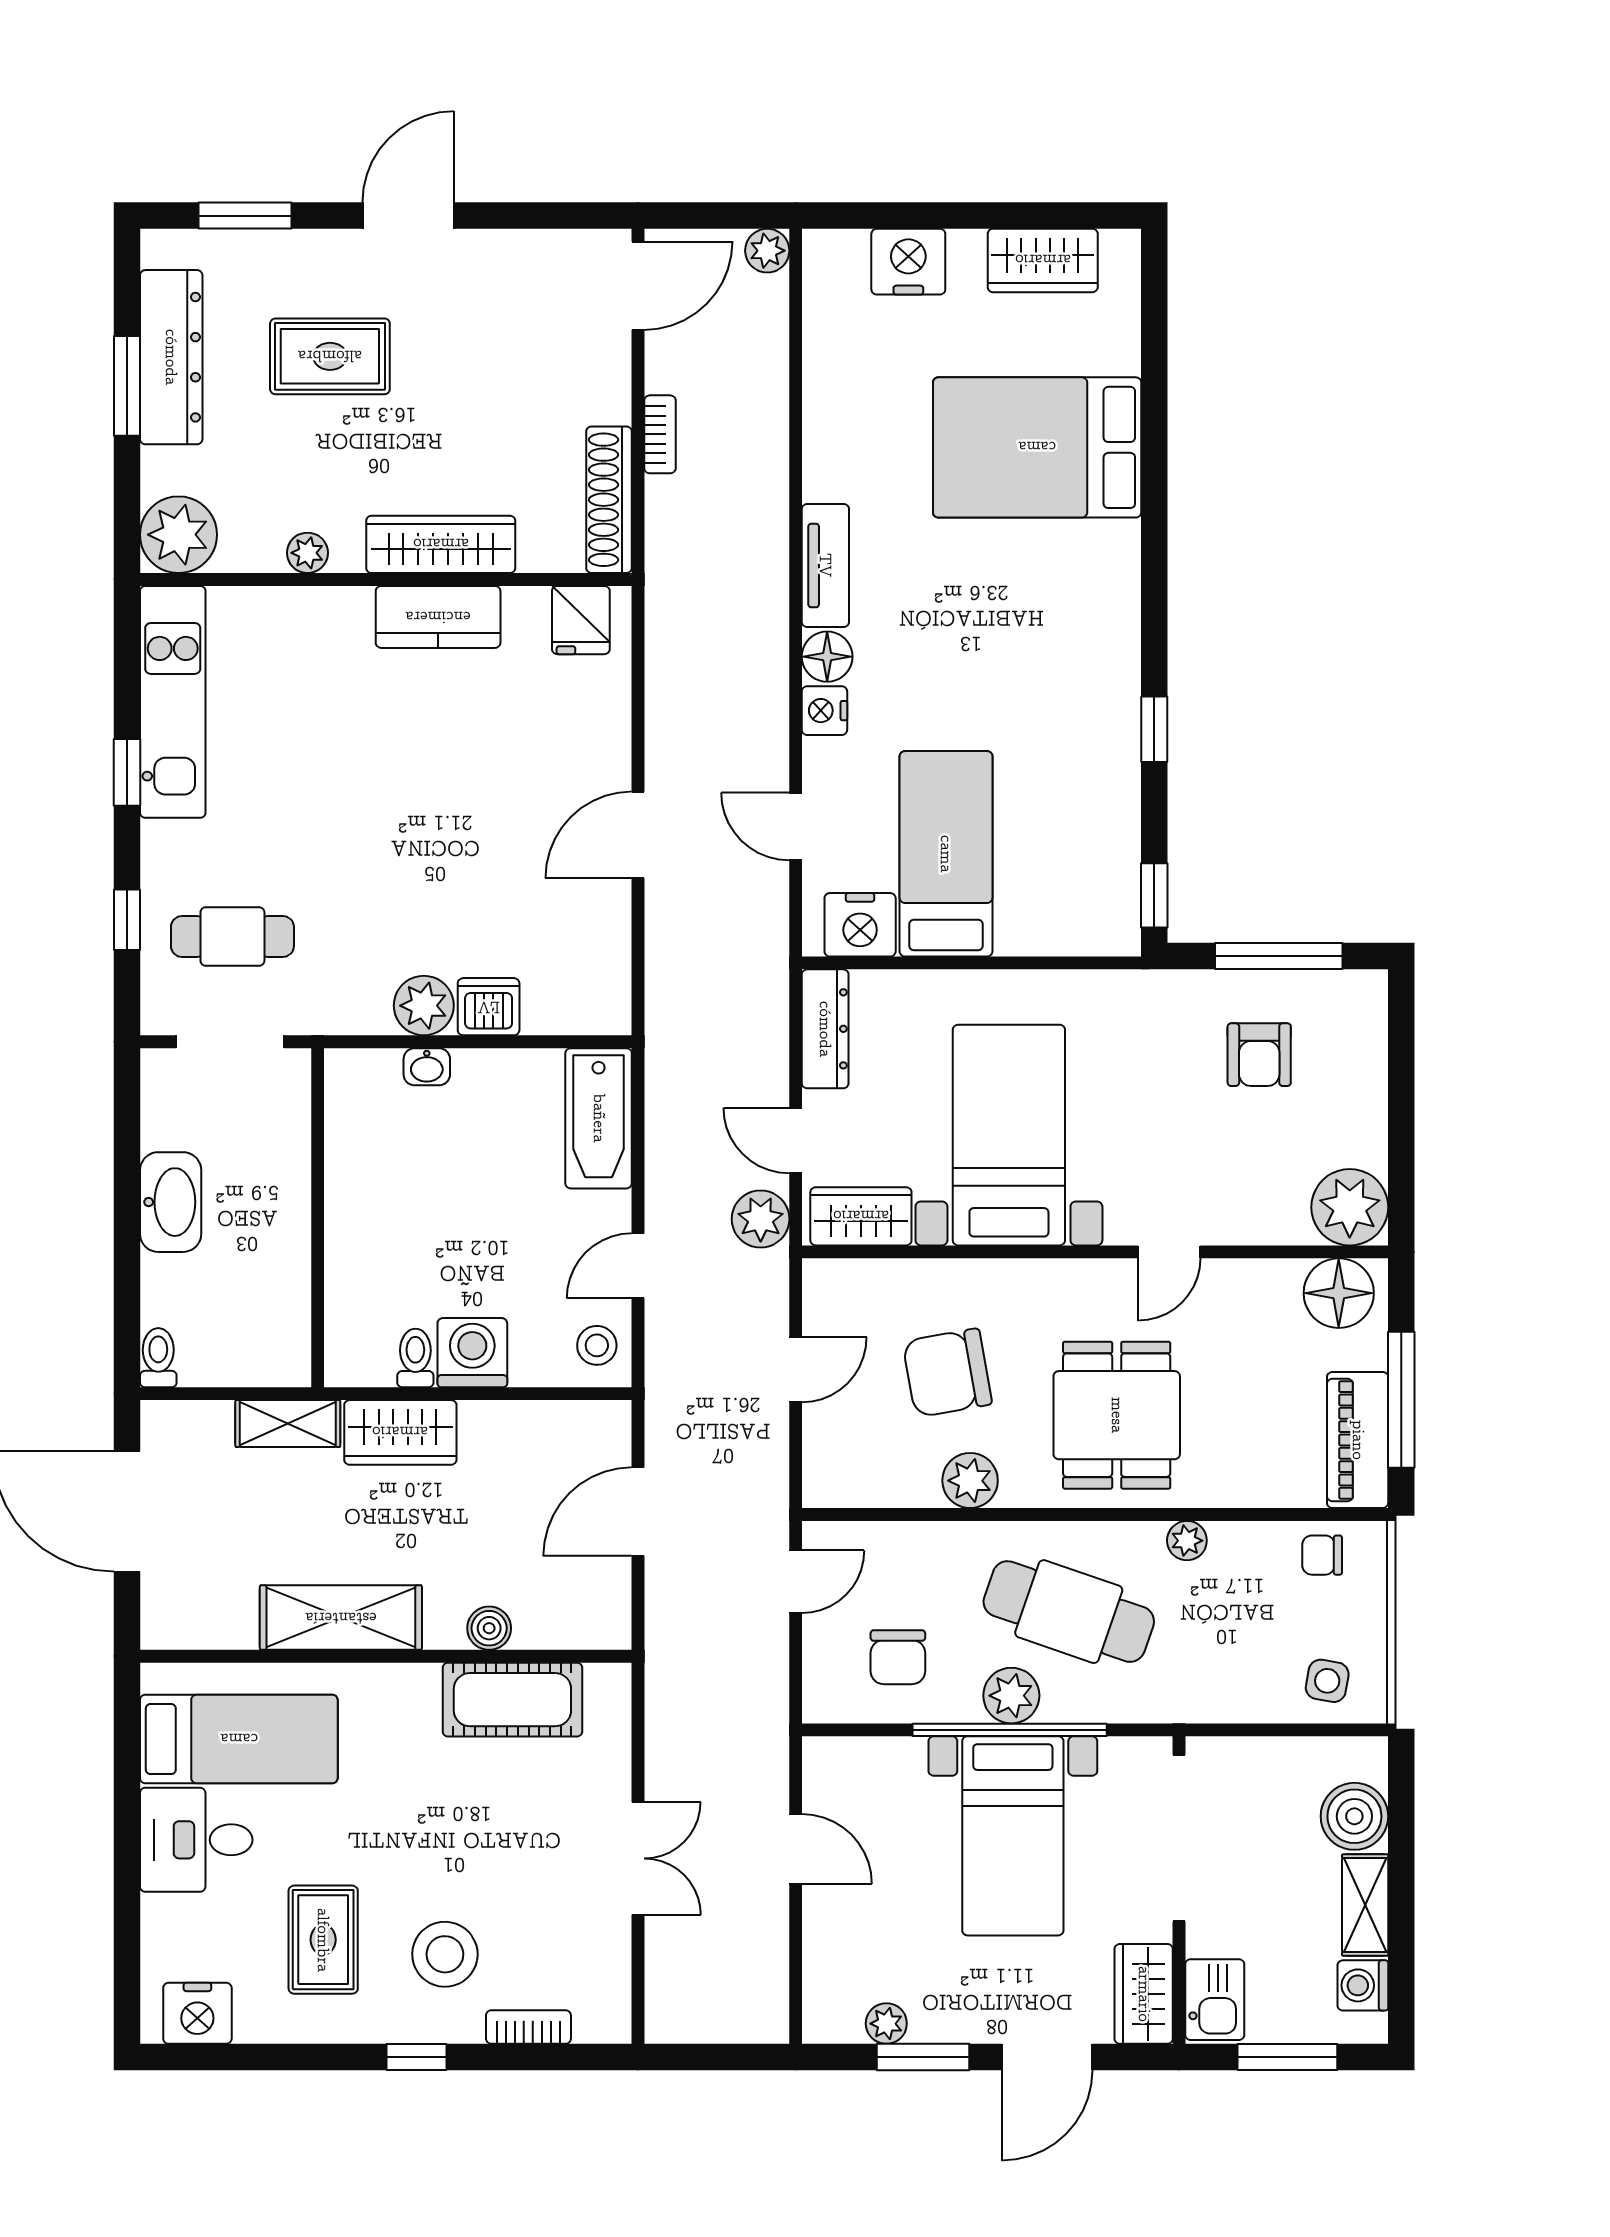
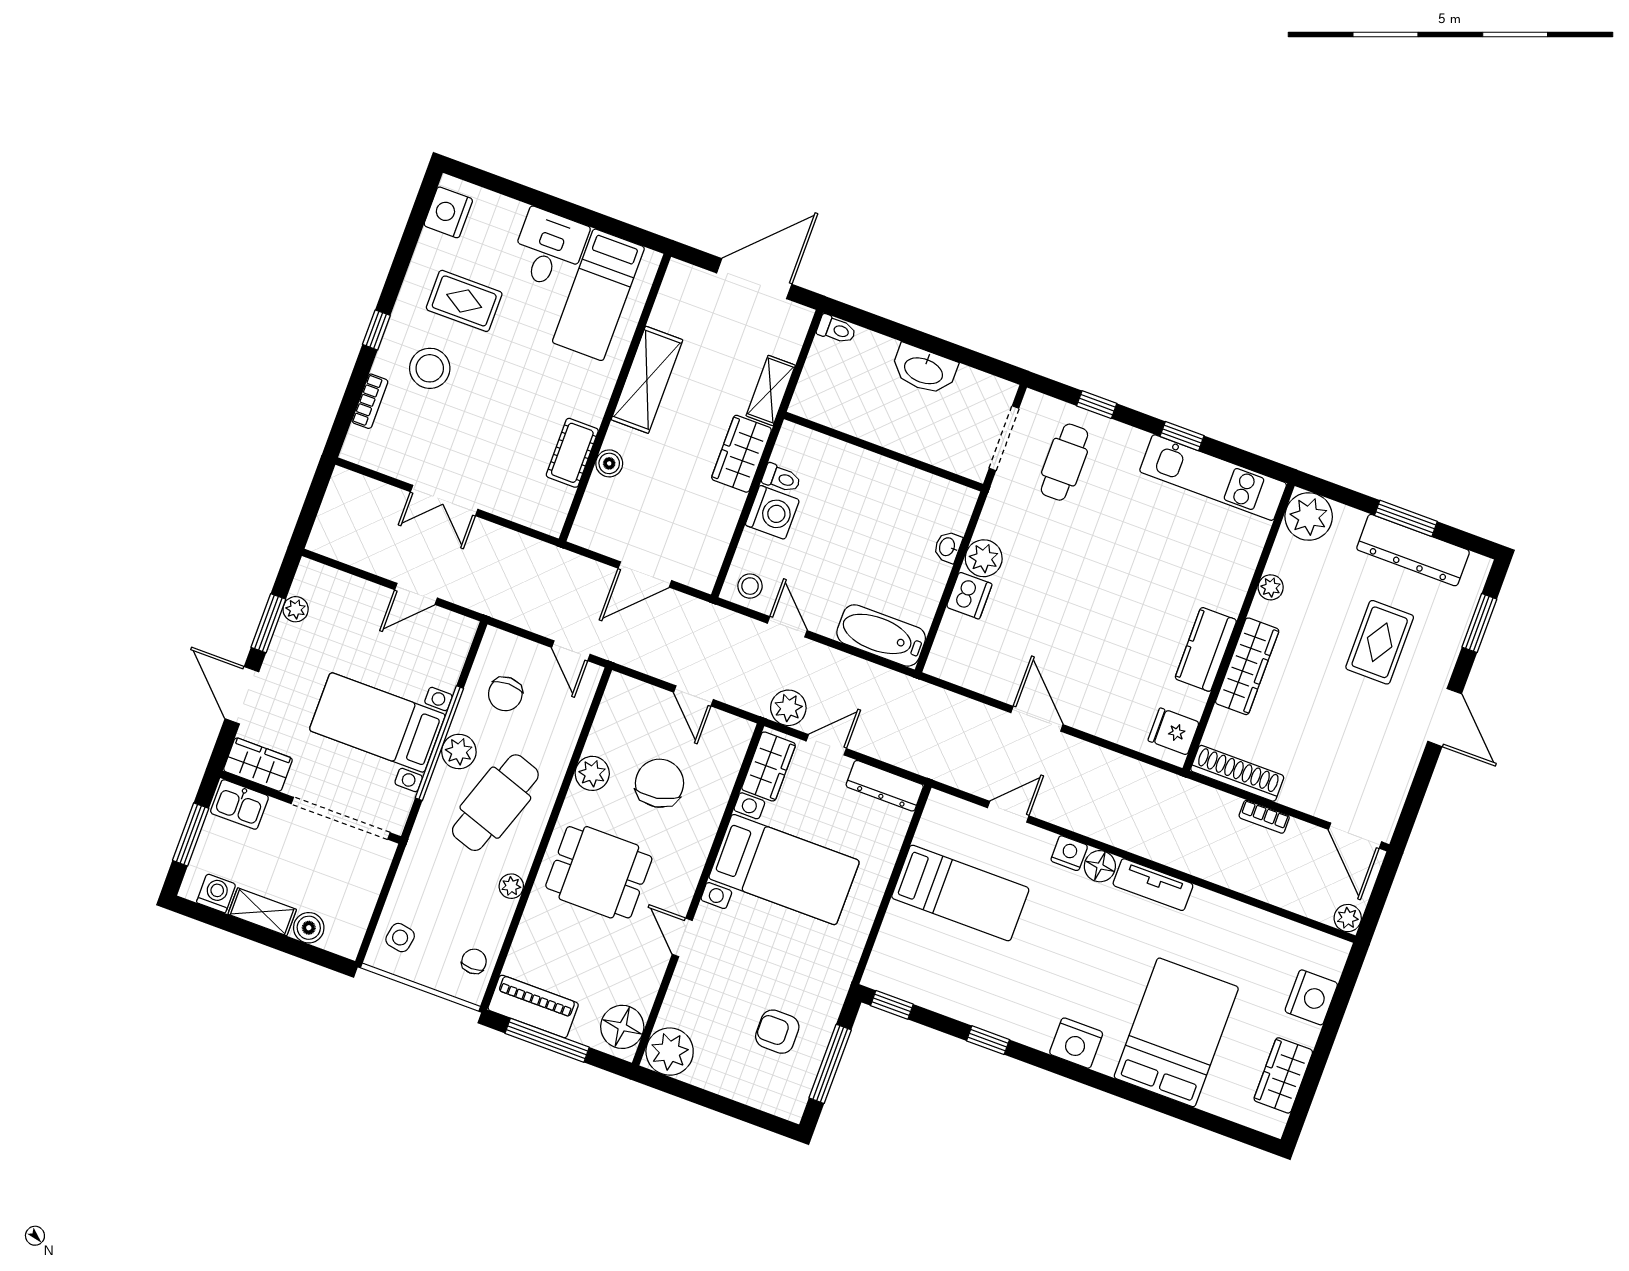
nightstand: (860, 925) -> (1076, 1043), moved, turned -90
door: (638, 1512) -> (645, 574), swing flipped
chair: (898, 1657) -> (505, 694), turned -90
cot: (512, 1700) -> (572, 453), width x0.73, depth x0.75
boiler: (1354, 1816) -> (309, 928), width x0.73, depth x0.73

